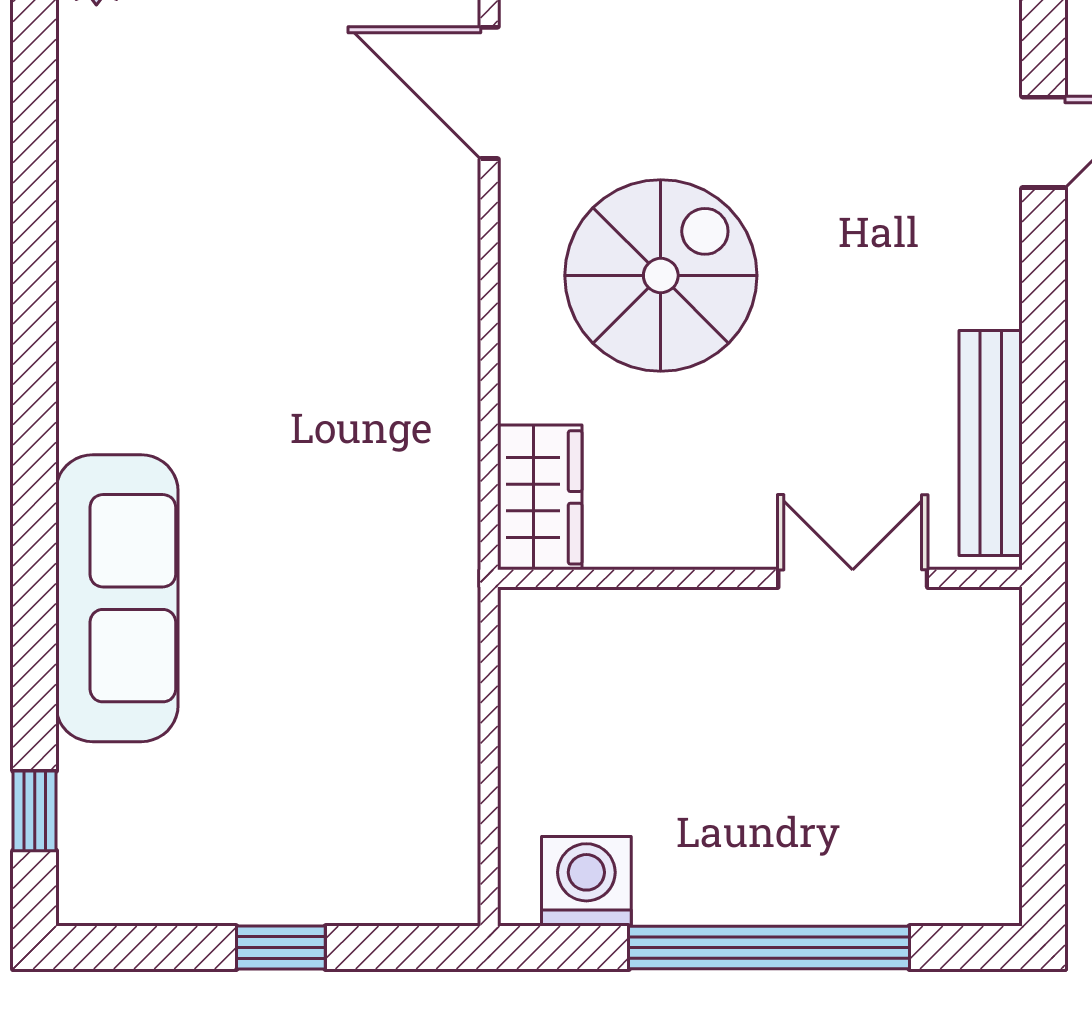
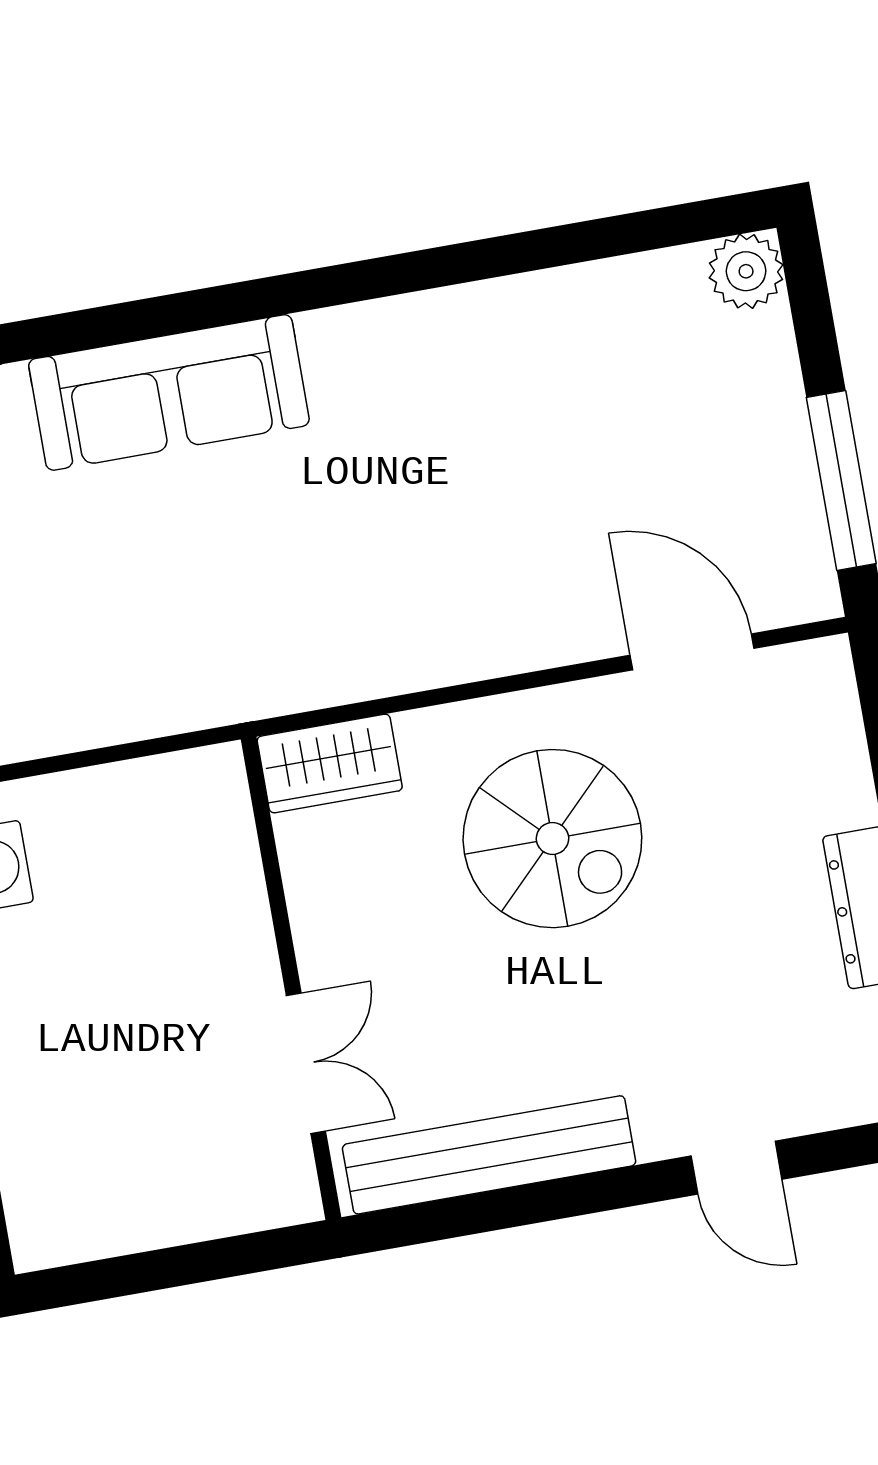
door: (489, 93) -> (692, 652), hinge flipped
bench: (991, 443) -> (489, 1155), width x1.37, depth x1.21

